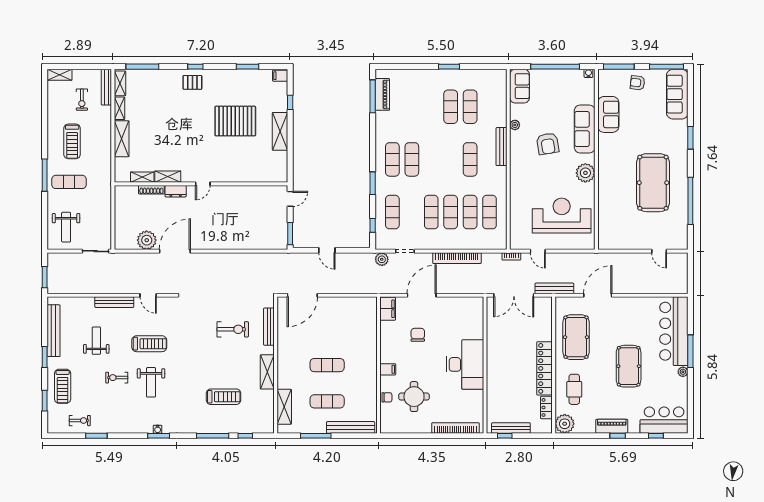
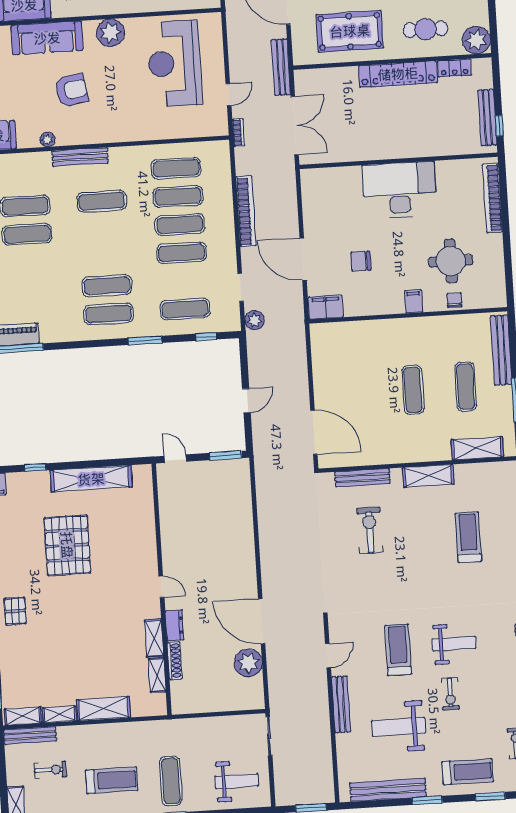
shelving: (280, 131) -> (91, 479), width x1.47
weight bench: (96, 341) -> (399, 727), width x1.36, depth x1.33

